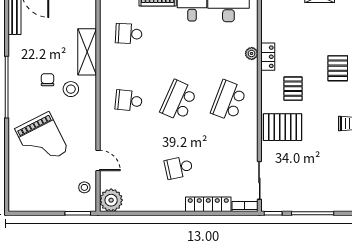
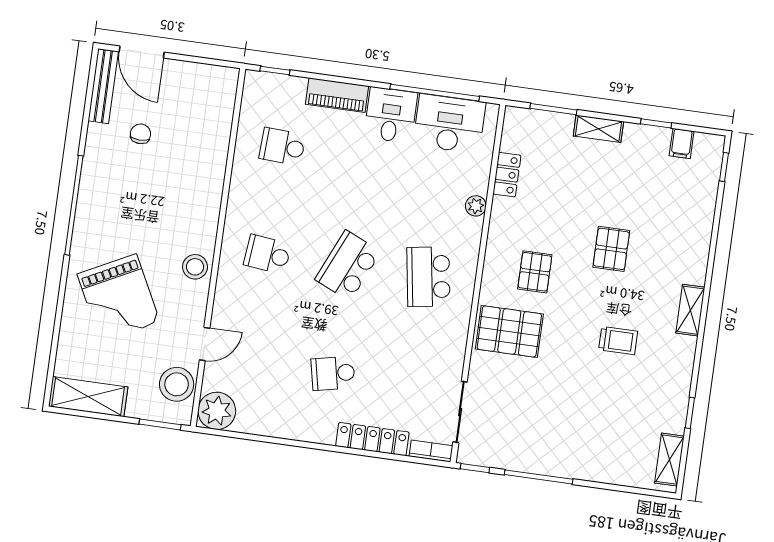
shelving: (87, 52) -> (88, 397), moved, turned 90
locker: (268, 57) -> (507, 175), moved
chair: (48, 80) -> (141, 134), moved
stool: (71, 89) -> (195, 267), moved
school desk: (229, 101) -> (428, 277), turned -30
door: (98, 160) -> (205, 344), hinge flipped
stool: (84, 187) -> (177, 384), width x1.89, depth x1.89

